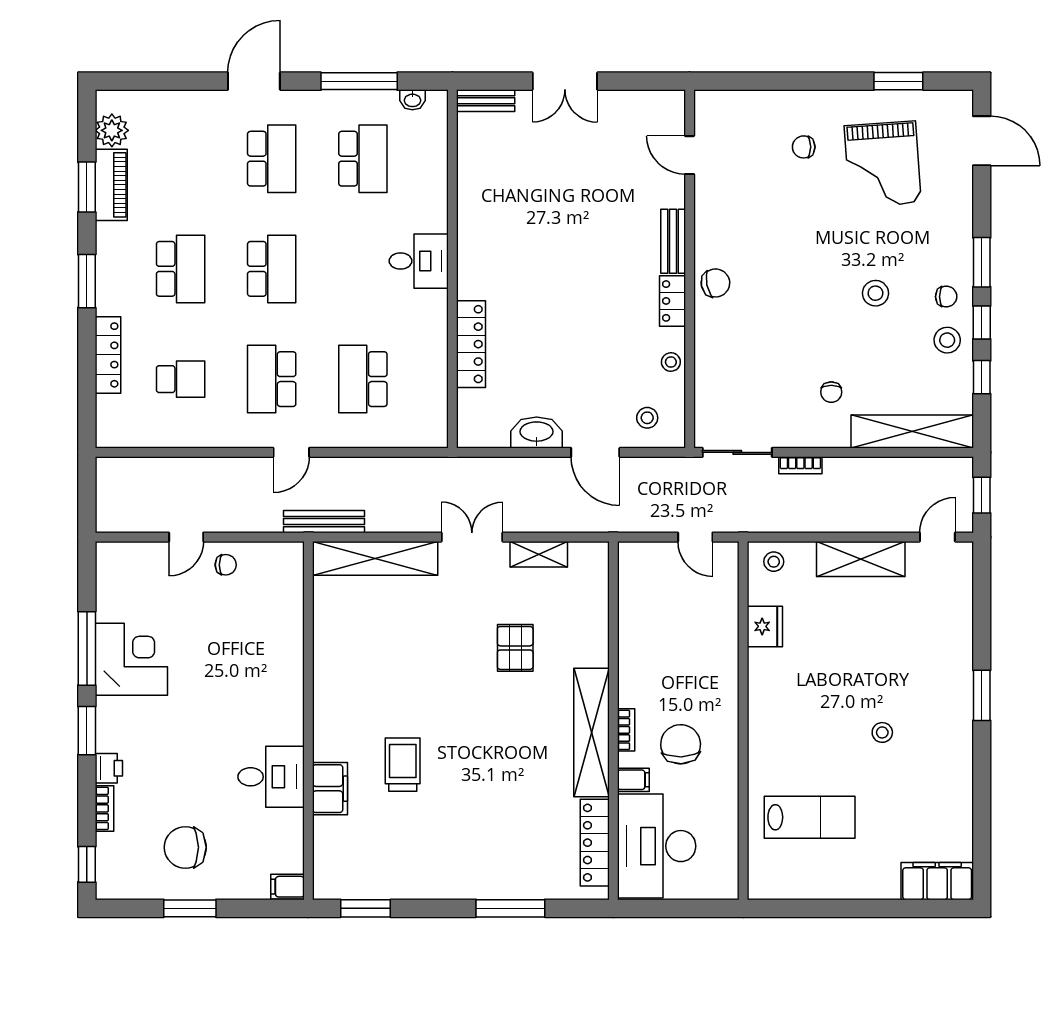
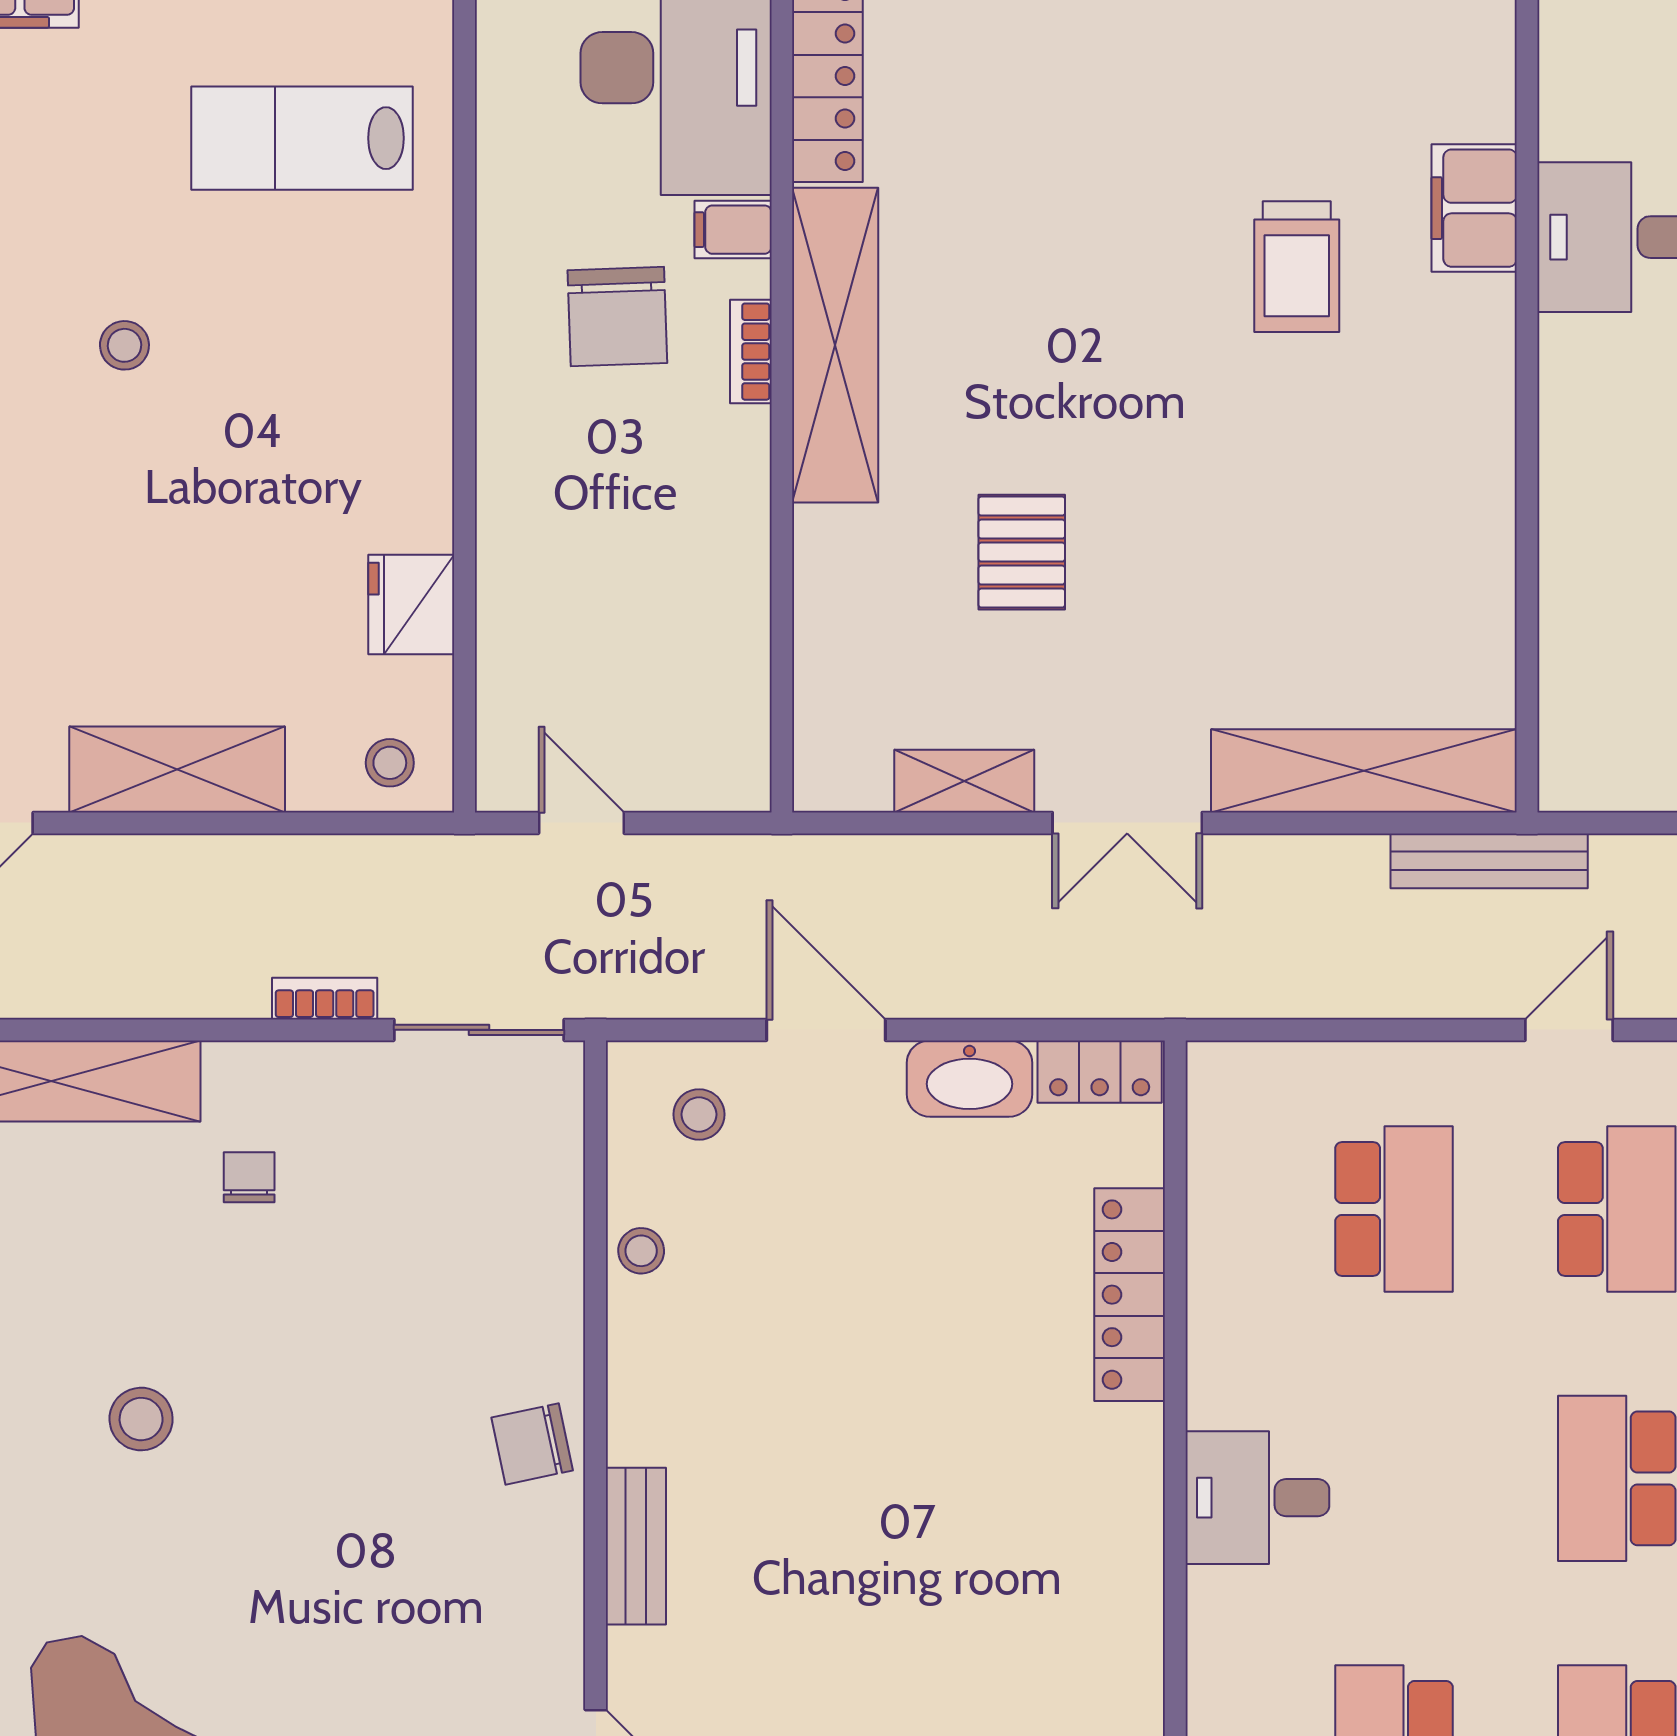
locker: (672, 301) -> (1100, 1072), moved, turned 90

